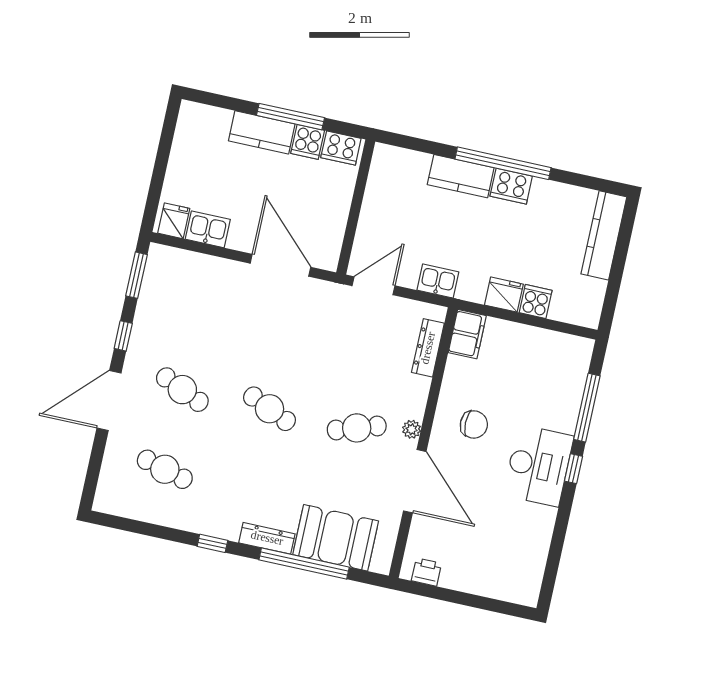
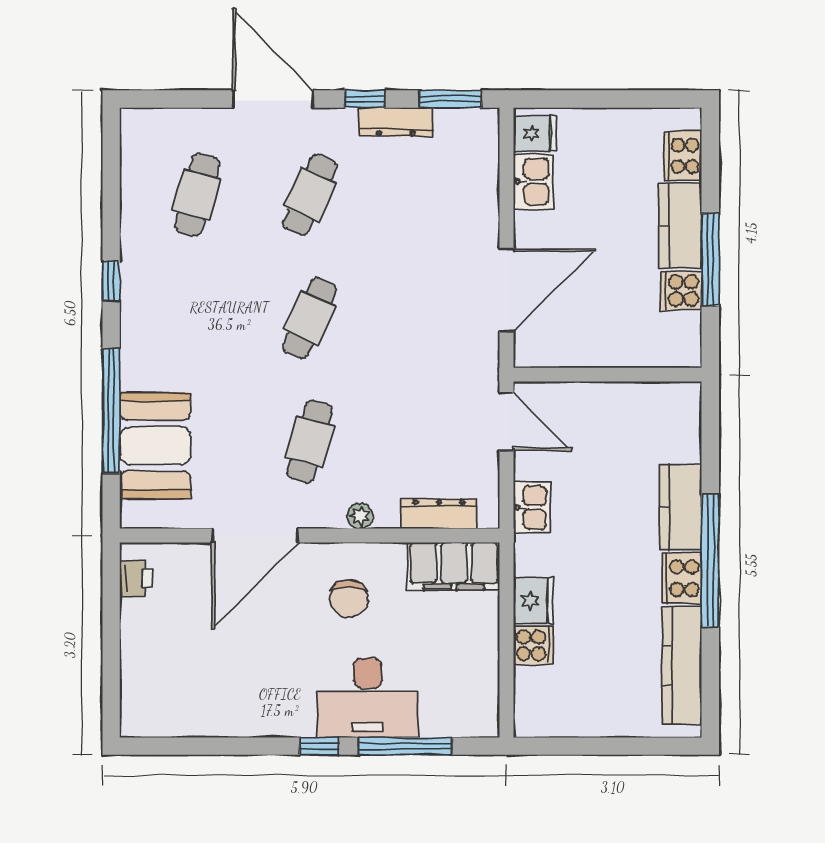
cooker: (341, 148) -> (683, 156), moved
kitchen counter: (604, 235) -> (682, 666), moved, turned -90
filing cabinet: (467, 334) -> (454, 566), width x1.50, depth x1.17
cafe table: (357, 428) -> (310, 441), turned 33
plant: (412, 429) -> (360, 516), moved
desk: (538, 466) -> (368, 698), moved
dresser: (267, 538) -> (396, 122), moved, turned 90

